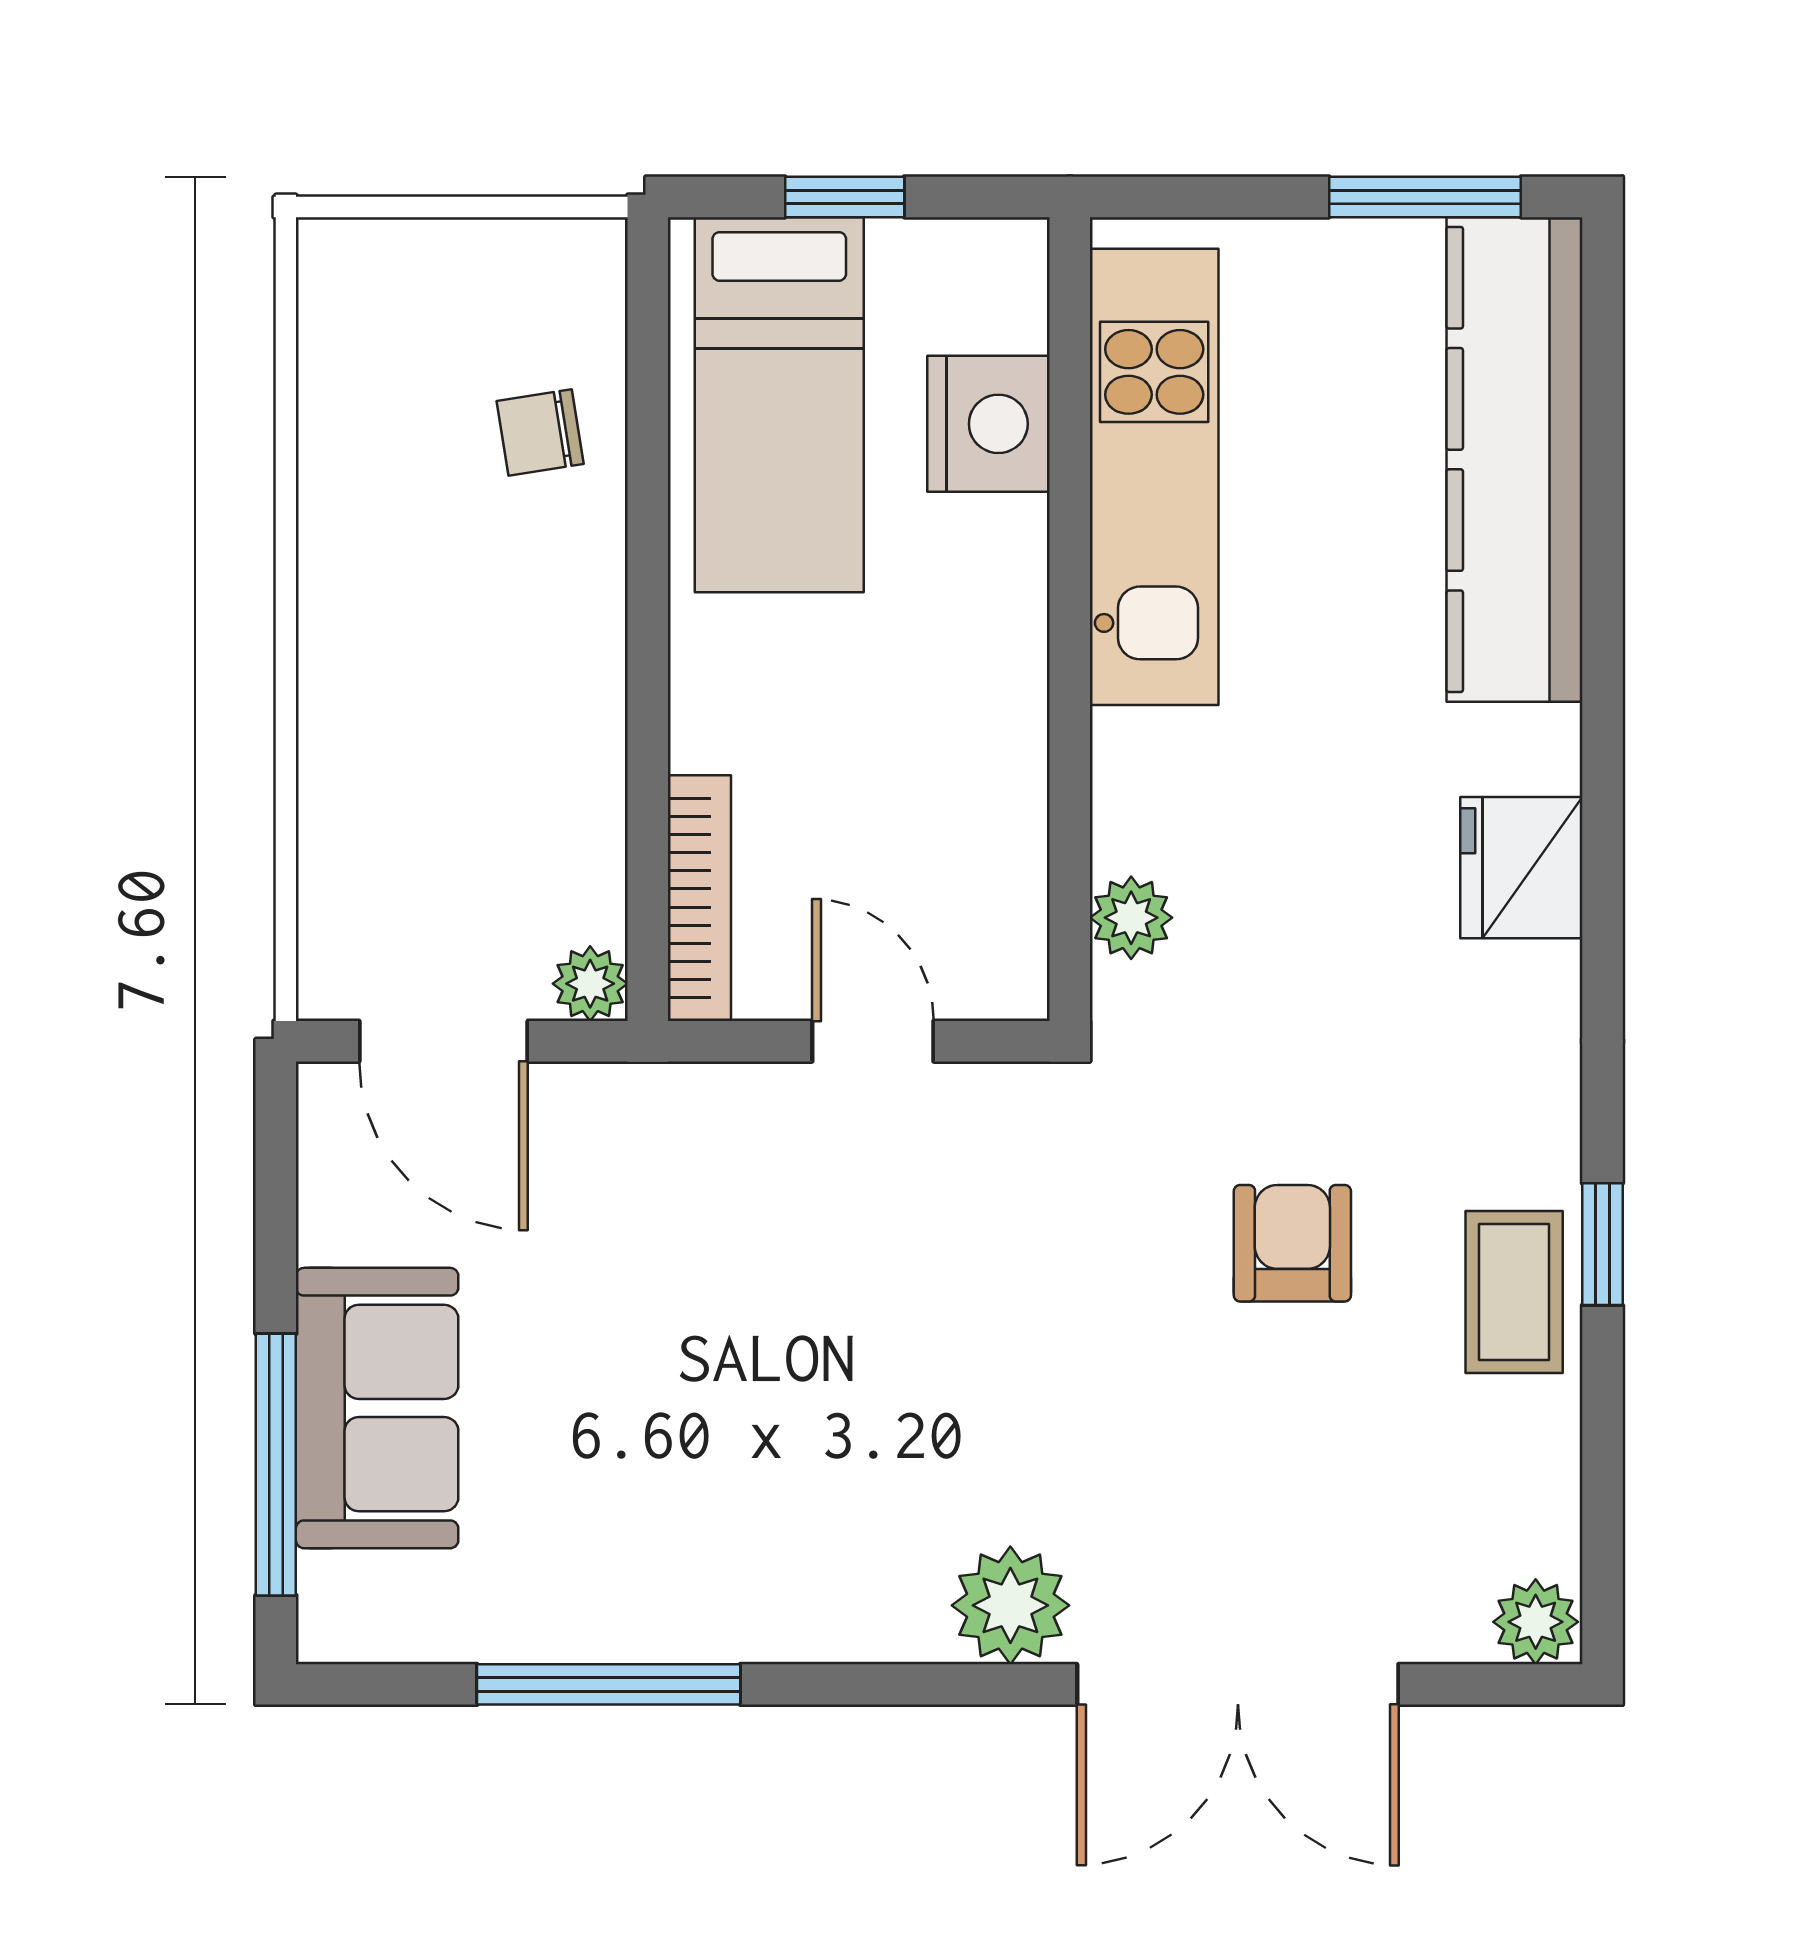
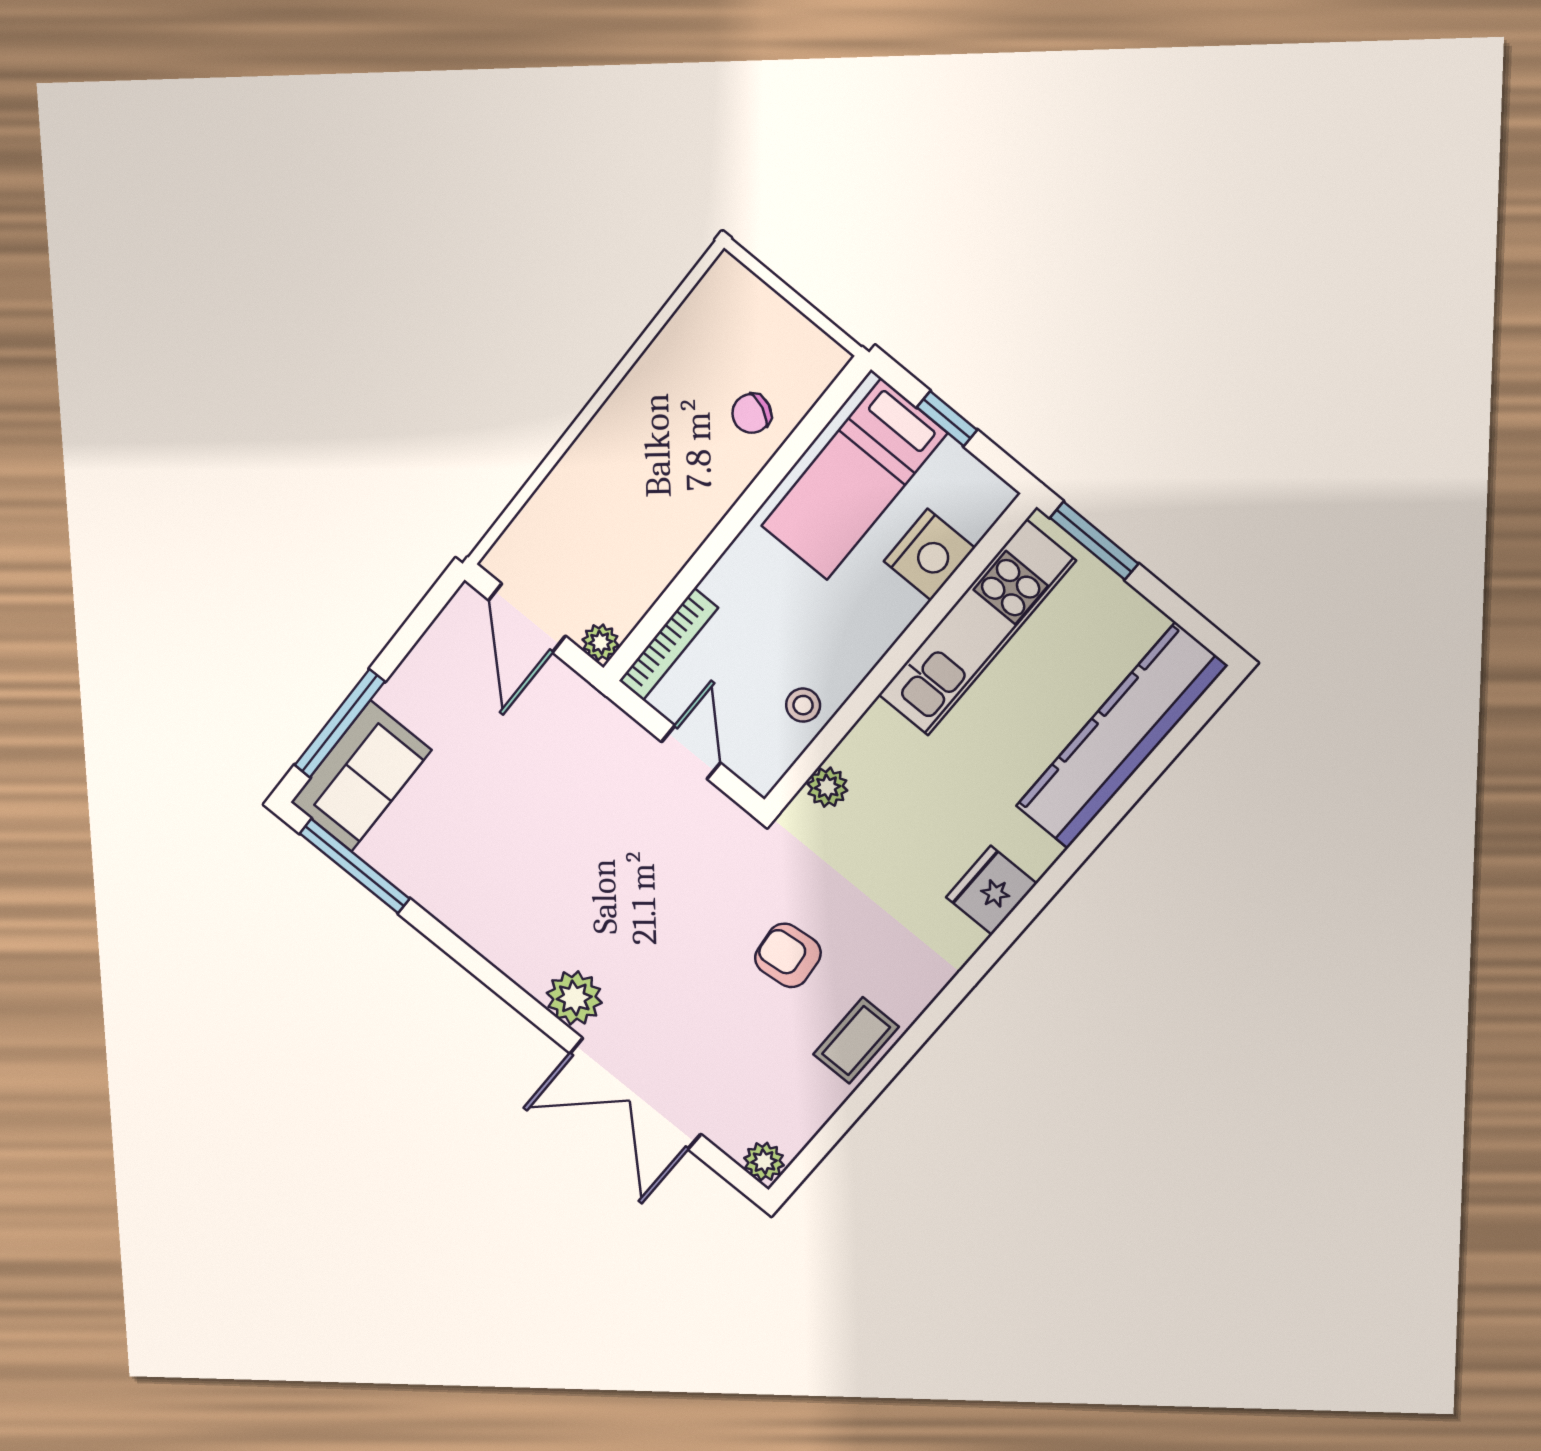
window: (1425, 197) -> (1094, 541), moved
chair: (540, 432) -> (752, 413), turned -57
stool: (987, 819) -> (803, 705), added
armchair: (1292, 1243) -> (788, 955), turned -96
window: (1602, 1244) -> (904, 1051), removed
sofa: (377, 1408) -> (361, 776), moved
window: (609, 1684) -> (355, 866), moved

